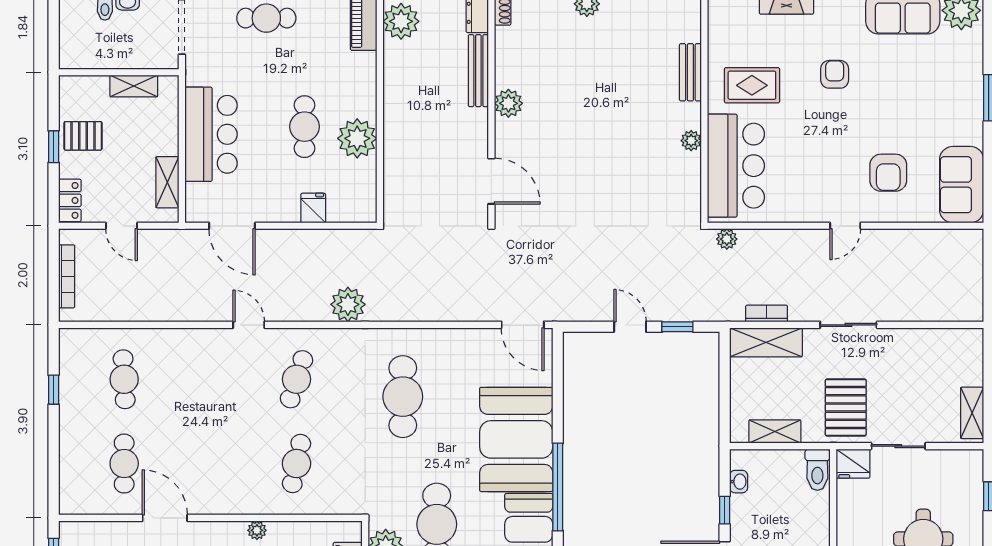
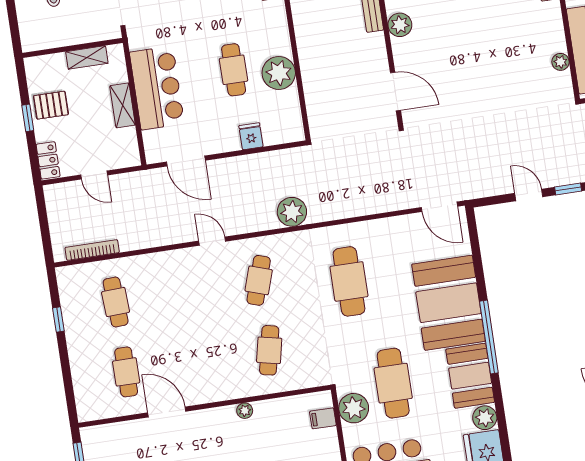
plant: (691, 141) -> (561, 62), moved
shelving: (167, 182) -> (123, 105), moved
bookcase: (67, 276) -> (92, 250), moved, turned -90

